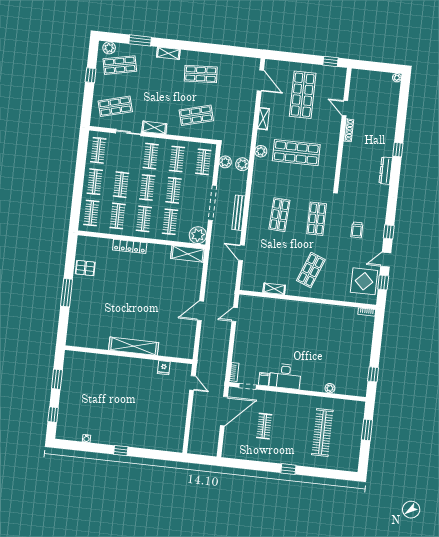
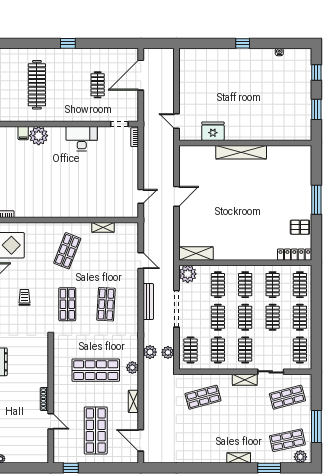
shop shelf: (201, 74) -> (203, 440), removed
window: (91, 75) -> (316, 426), width x2.17
locker: (130, 246) -> (294, 255), moved
fridge: (164, 368) -> (213, 131), width x1.88, depth x1.34
filing cabinet: (264, 379) -> (23, 133), moved
plant: (330, 388) -> (39, 136), width x1.87, depth x1.87
door: (224, 411) -> (141, 75), moved

